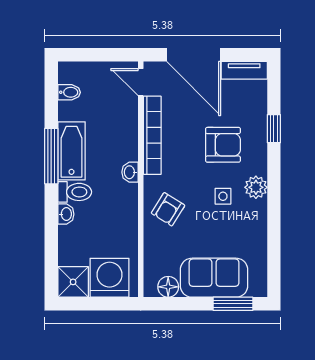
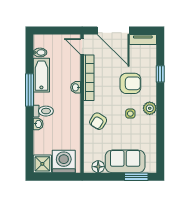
bathtub: (71, 151) -> (41, 75), moved
washbasin: (130, 172) -> (76, 87), moved

